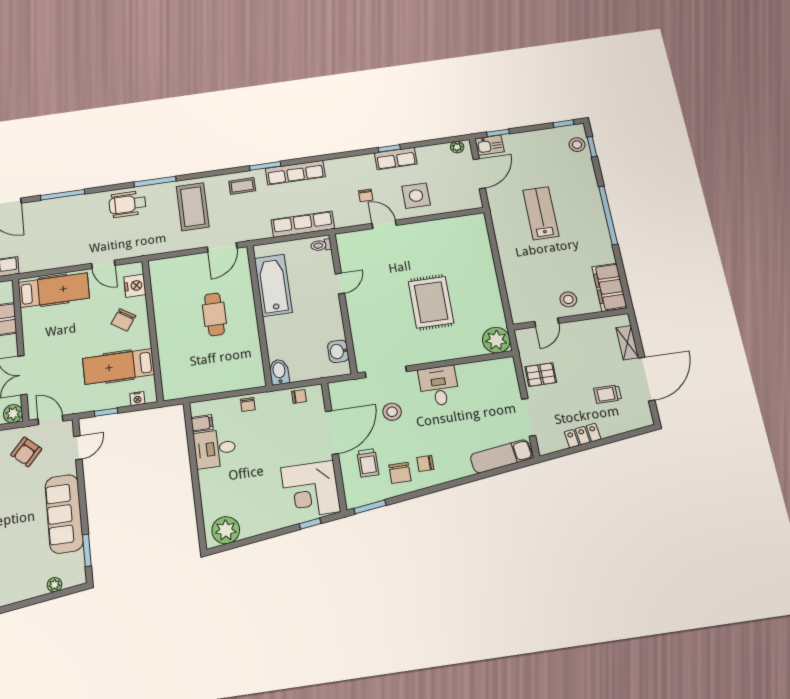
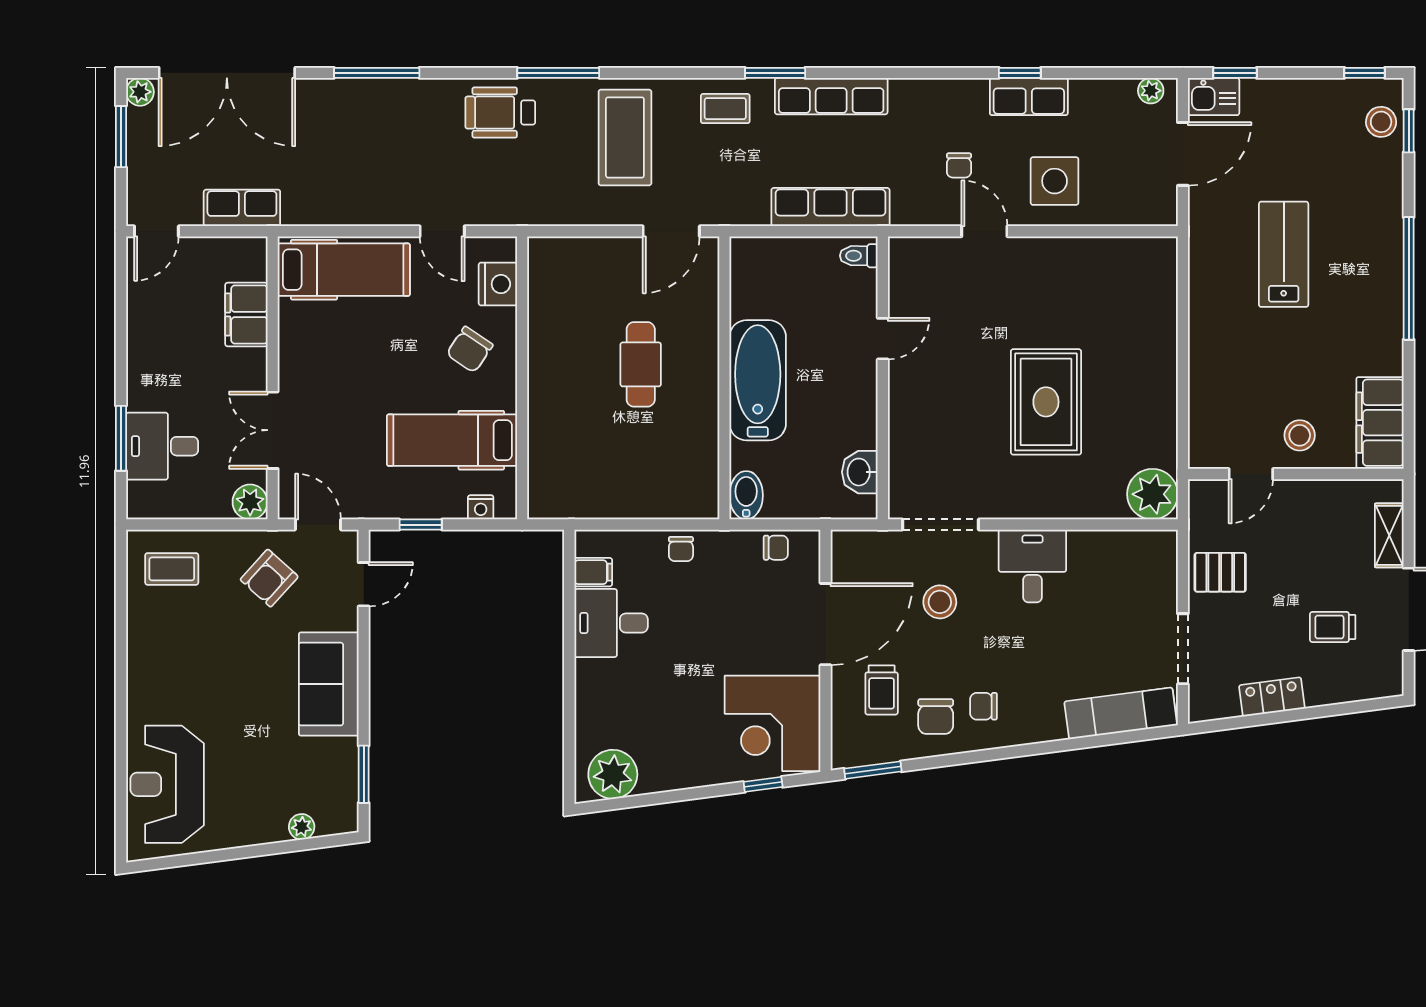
bathtub: (273, 285) -> (758, 380), moved
sofa: (64, 514) -> (329, 684), width x0.73

